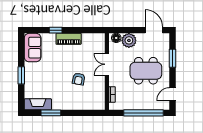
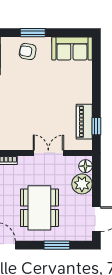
window: (56, 30) -> (96, 126), moved
piano: (69, 39) -> (84, 122), moved
armchair: (79, 79) -> (28, 51), moved

